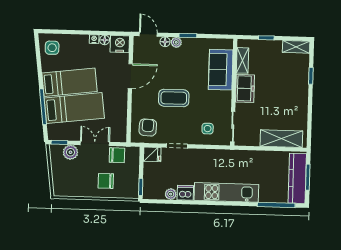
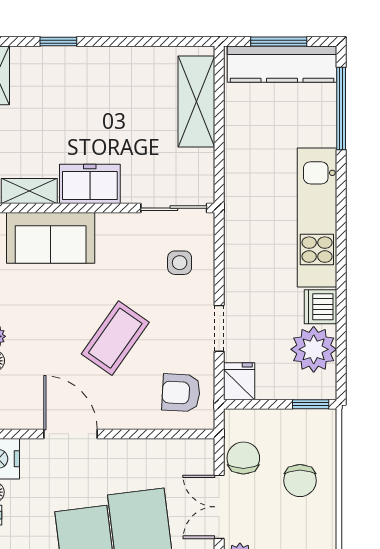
coffee table: (174, 98) -> (115, 338), turned 35
plant: (171, 194) -> (314, 349), width x1.87, depth x1.87

